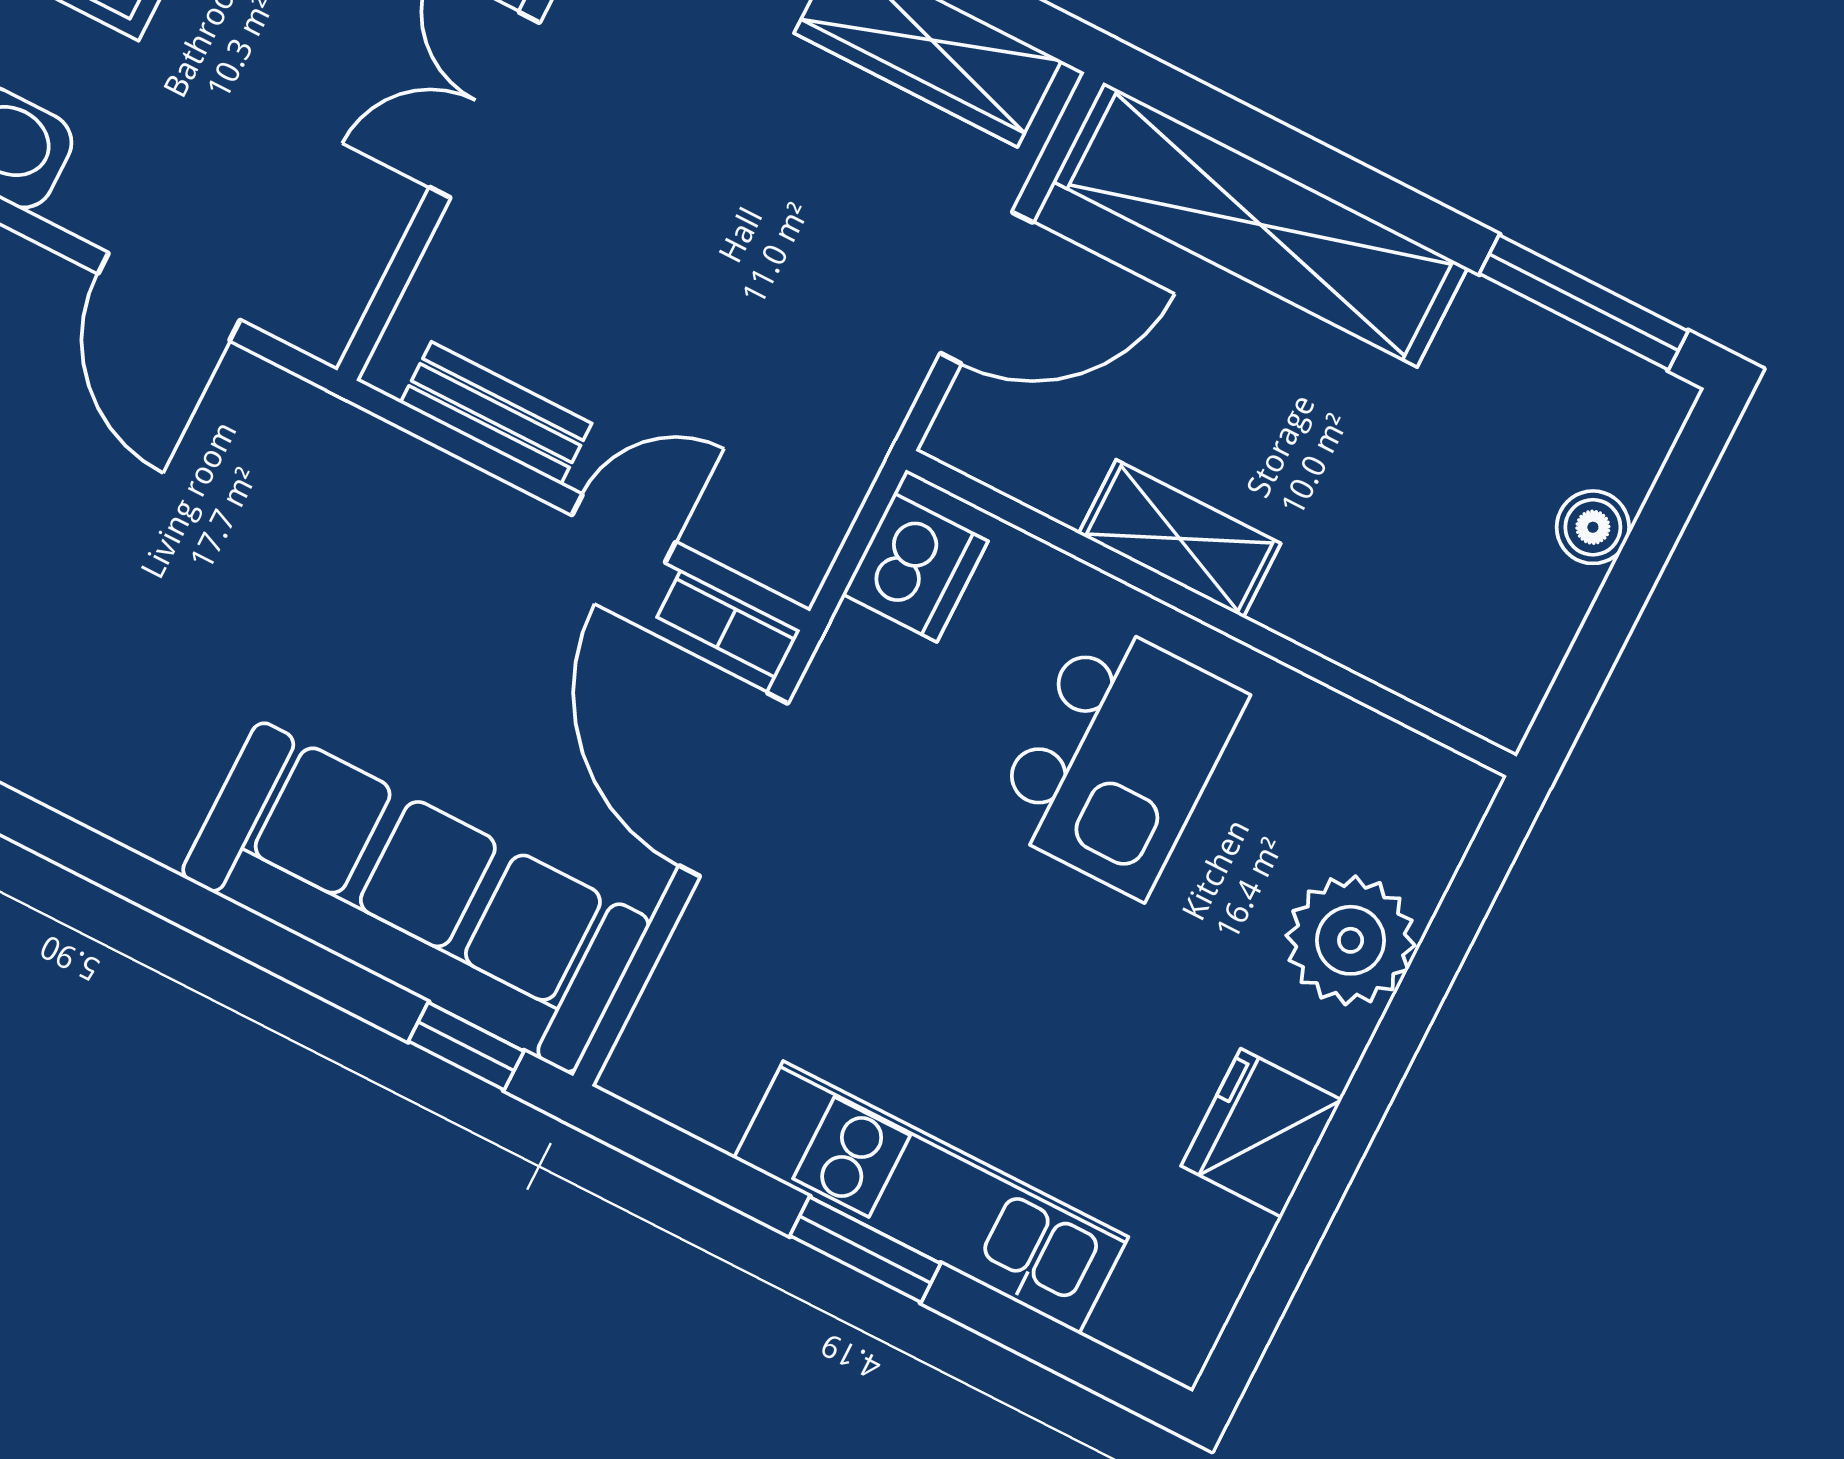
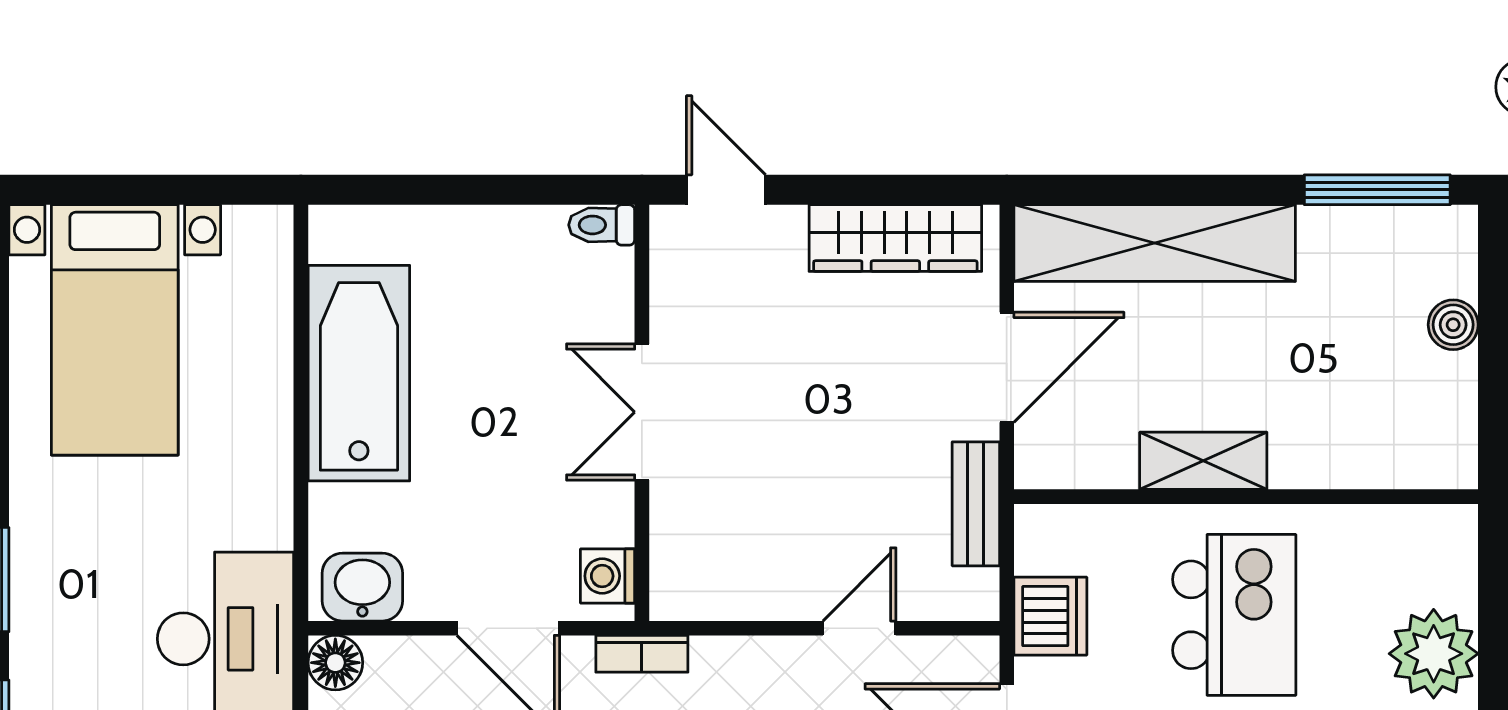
washing machine: (332, 295) -> (608, 576), added
bench: (496, 413) -> (976, 504), moved, turned 90
dishwasher: (915, 568) -> (1050, 616), moved
bookcase: (729, 624) -> (642, 654), moved

